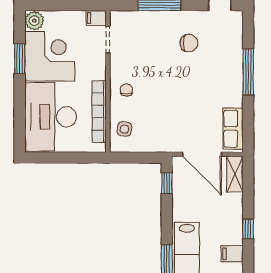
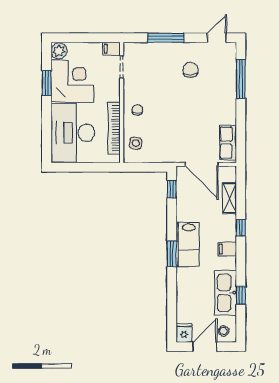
chair: (189, 43) -> (190, 70), turned -90
window: (248, 72) -> (241, 79), moved
shelving: (235, 174) -> (229, 198), moved

